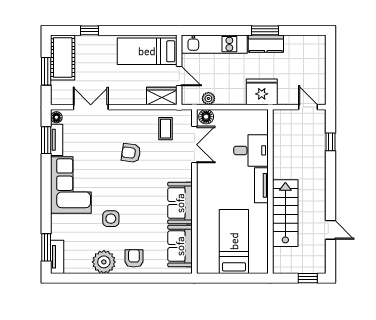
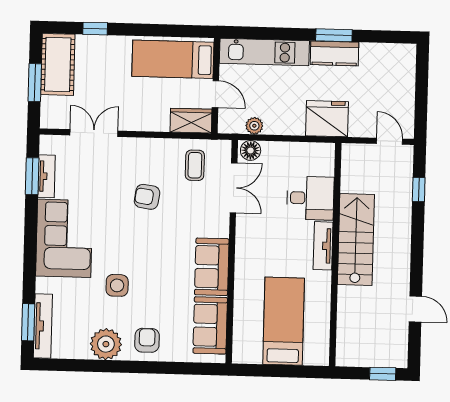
floor lamp: (56, 117) -> (47, 146), removed
stairs: (285, 213) -> (356, 239), moved
tv unit: (57, 257) -> (43, 326), width x1.41

